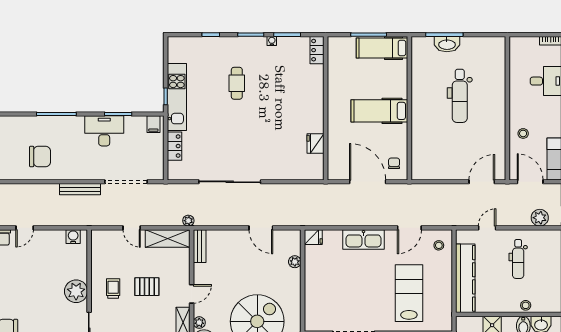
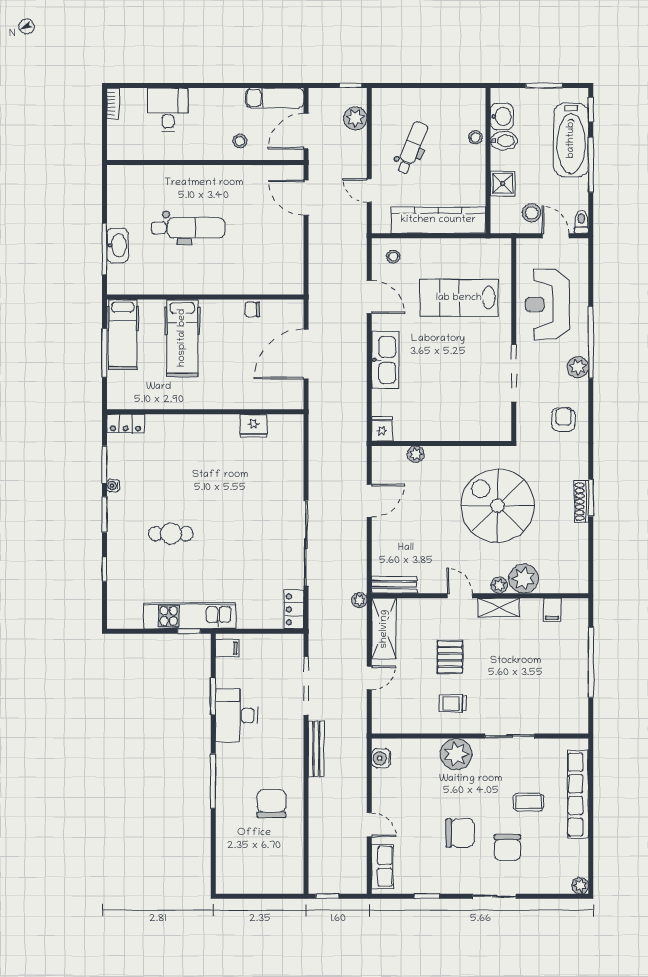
hospital bed: (379, 111) -> (182, 338), moved
locker: (175, 146) -> (294, 609), moved, turned -90
chair: (394, 163) -> (252, 309), moved
dental chair: (518, 259) -> (412, 148), turned -68
chair: (19, 294) -> (460, 833), added

